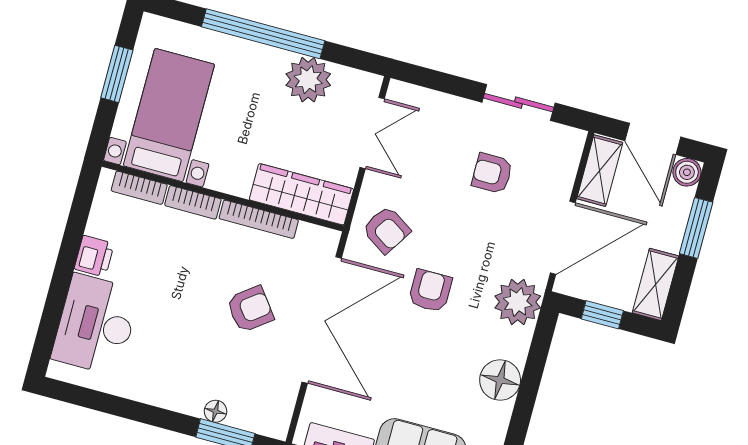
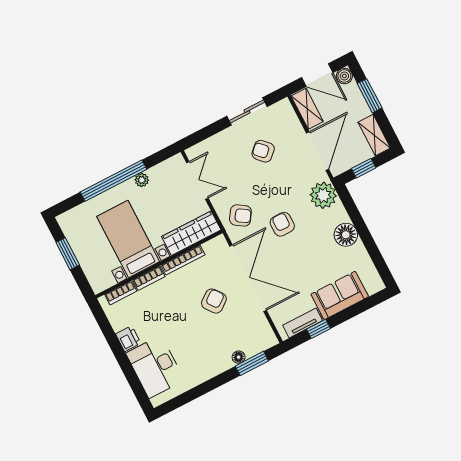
plant: (308, 80) -> (142, 180), width x0.53, depth x0.53
bed with nightstands: (169, 115) -> (128, 239), moved
armchair: (492, 173) -> (263, 151), turned 46

